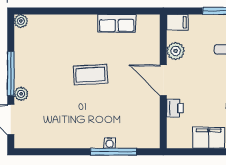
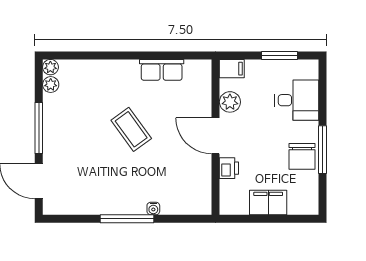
coffee table: (90, 75) -> (131, 129), turned 57
plant: (21, 94) -> (51, 85), moved
window: (114, 152) -> (127, 219), moved

